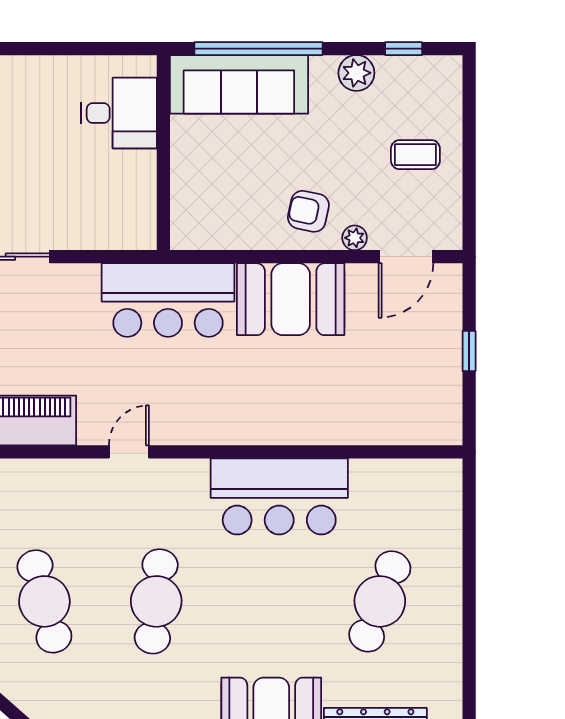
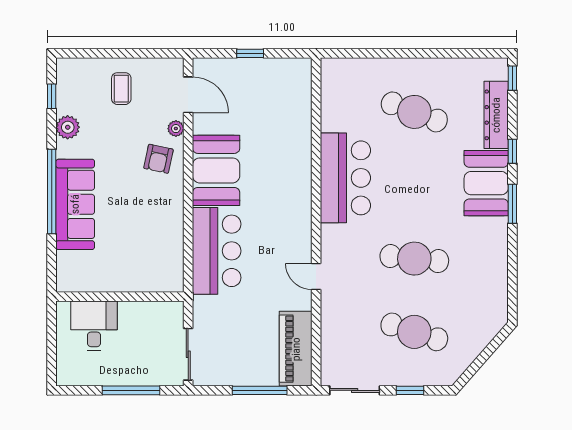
desk: (119, 113) -> (94, 326), moved
wall: (163, 153) -> (120, 297), moved
cafe table: (44, 601) -> (414, 332), turned 33

